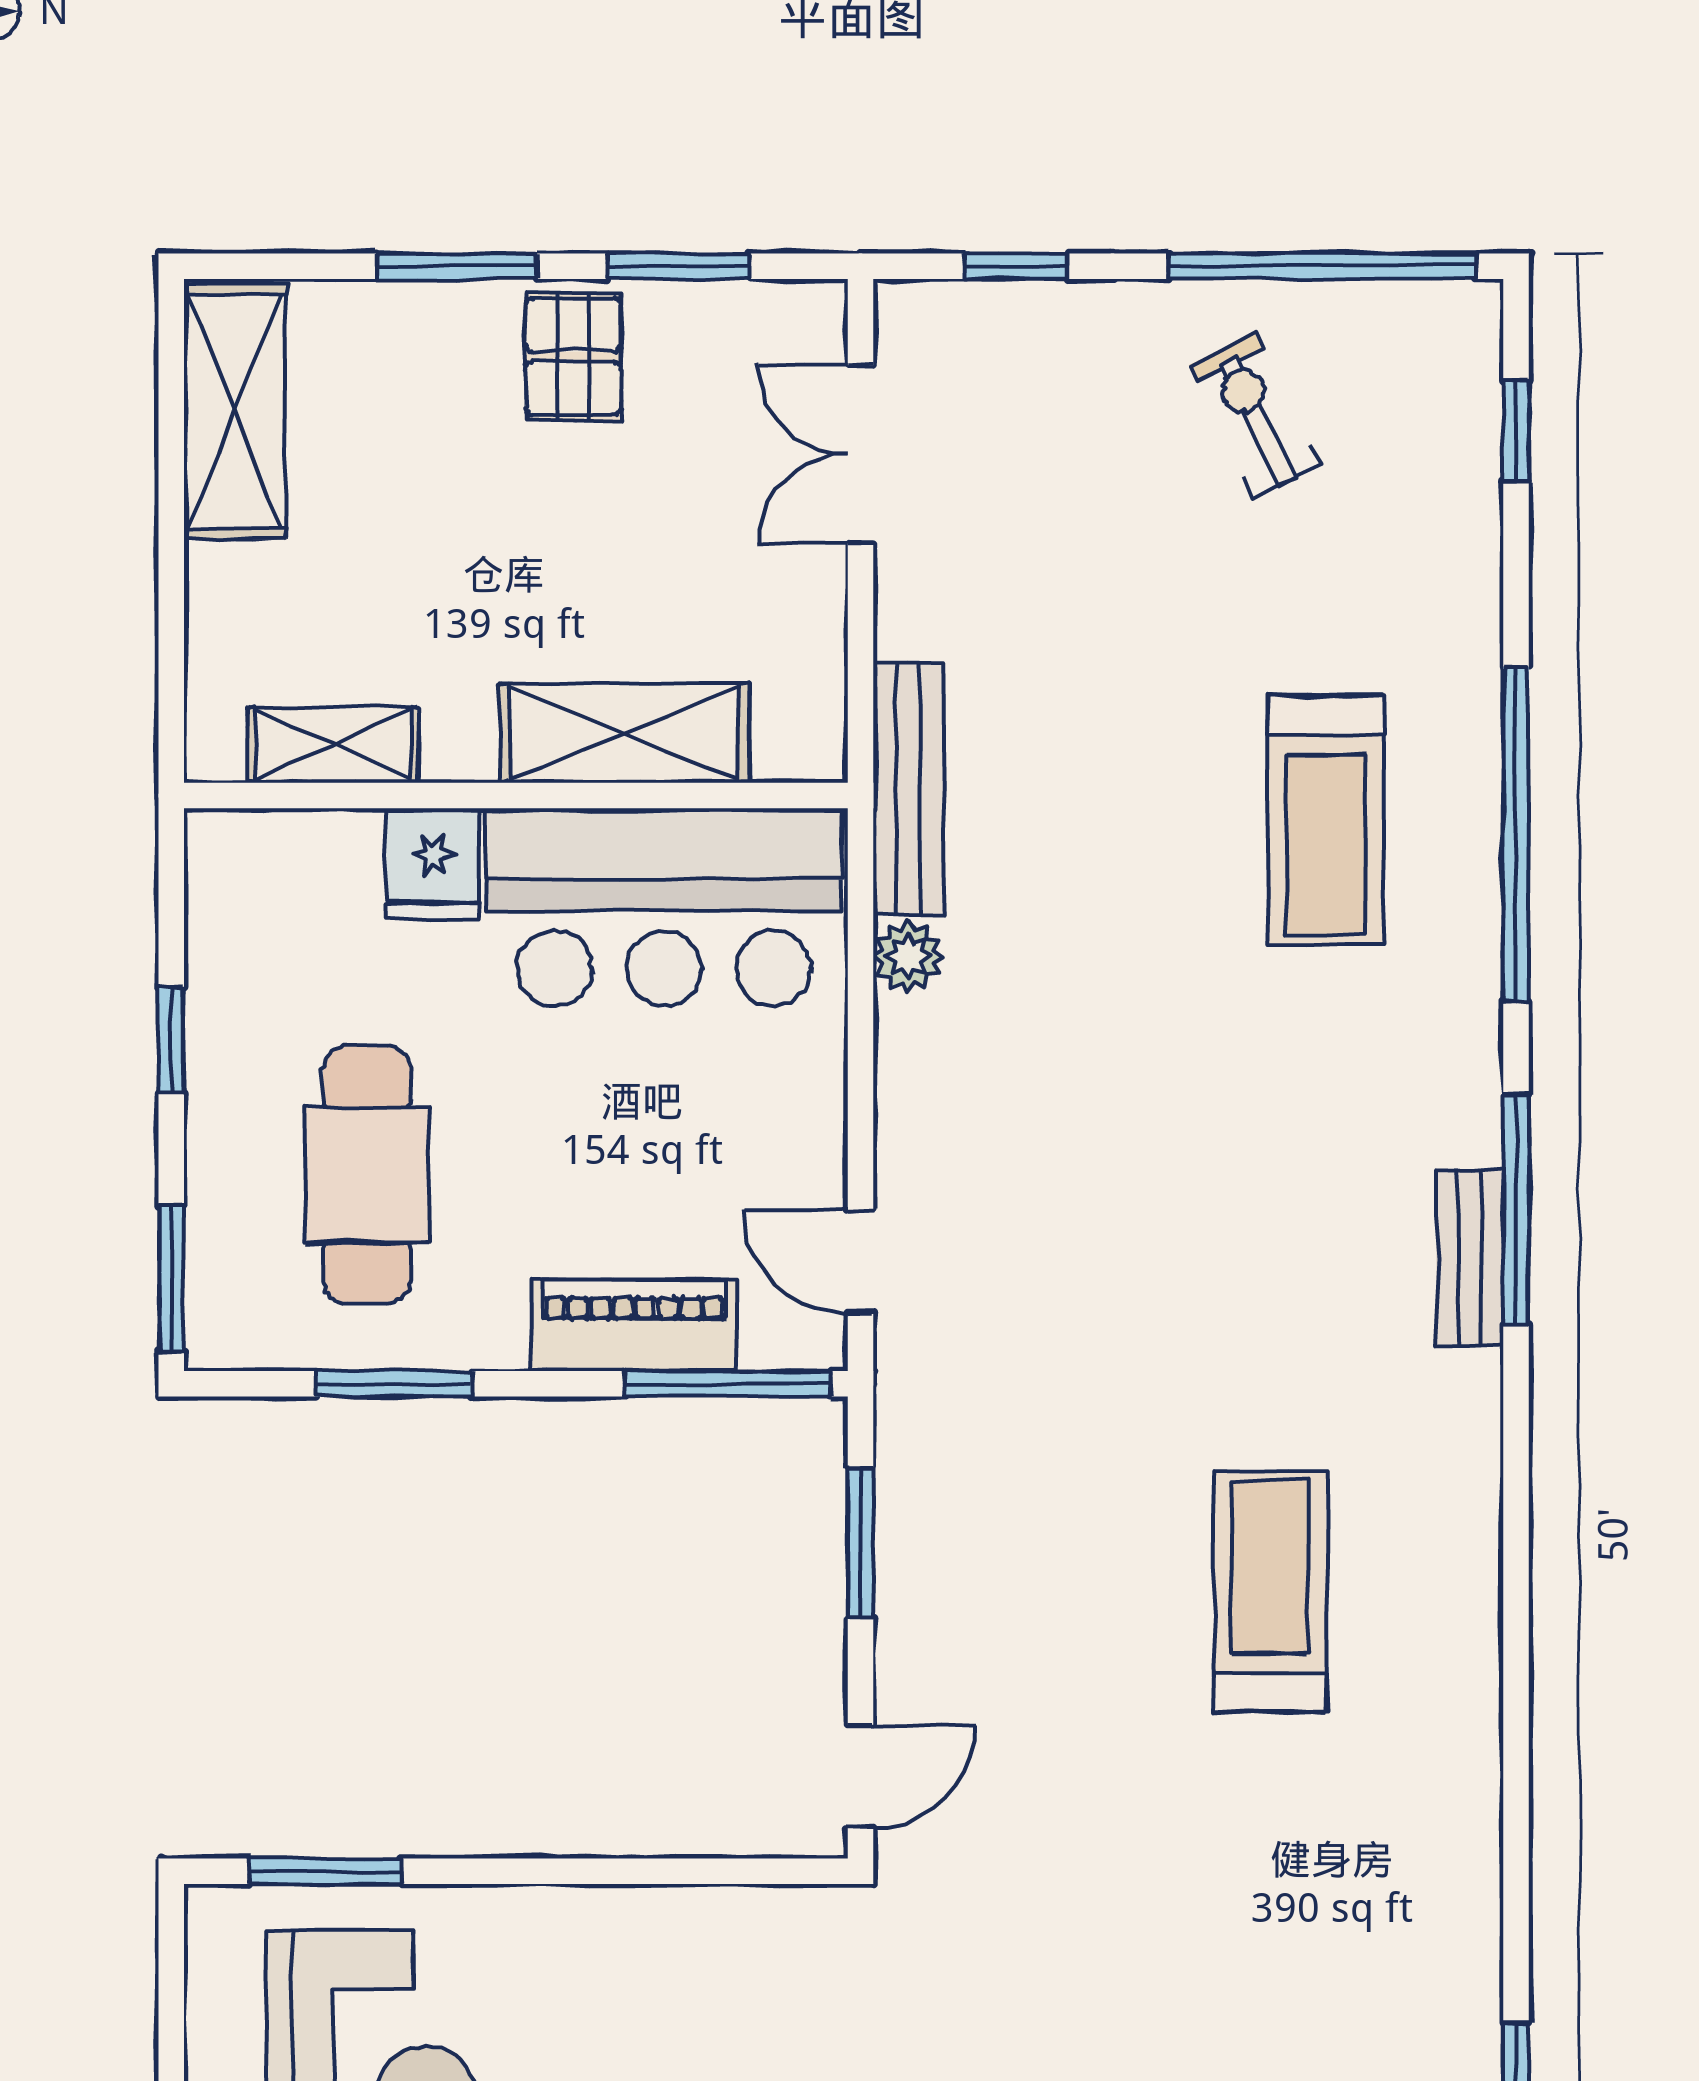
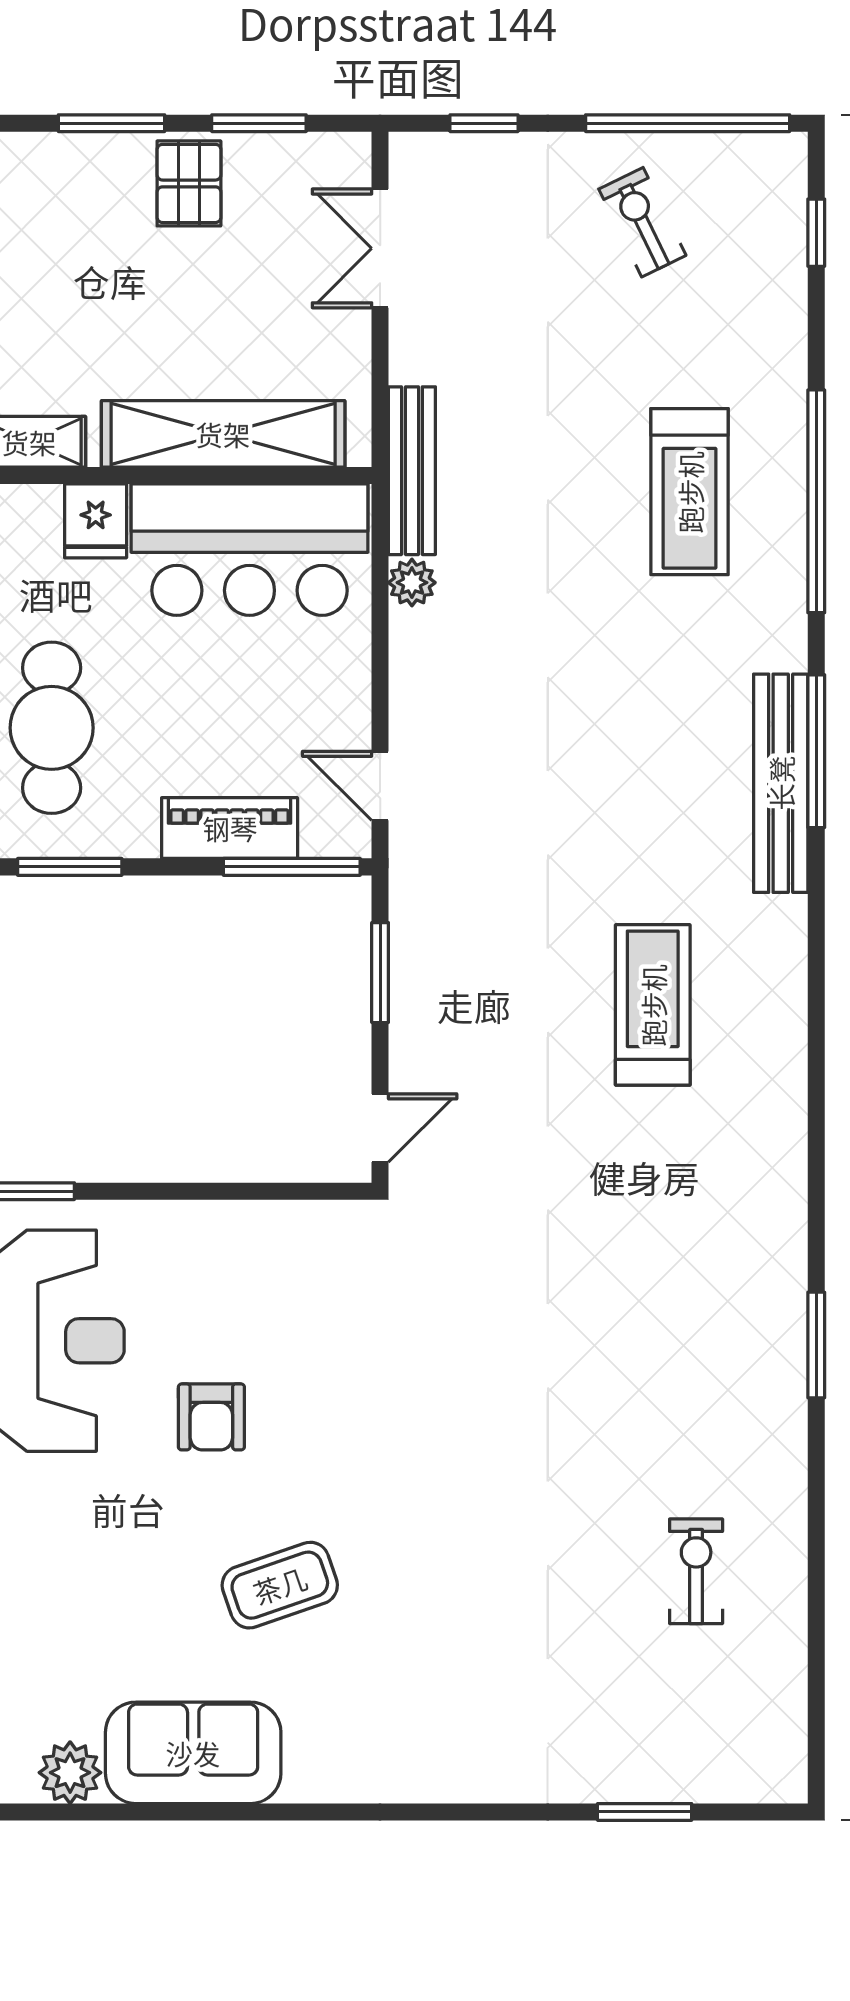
shelving: (624, 733) -> (223, 434), width x1.47
bench: (1470, 1258) -> (781, 783), width x1.86, depth x1.21

